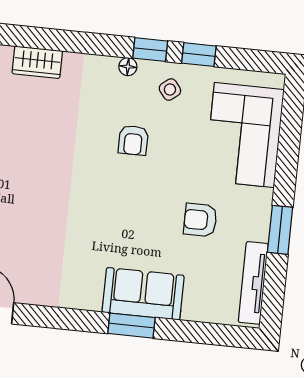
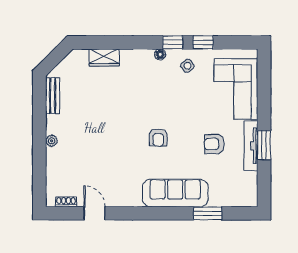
armchair: (133, 140) -> (158, 137), moved
tv unit: (253, 283) -> (251, 146), moved
sofa: (143, 294) -> (175, 193), width x1.36
window: (131, 326) -> (208, 213), moved

